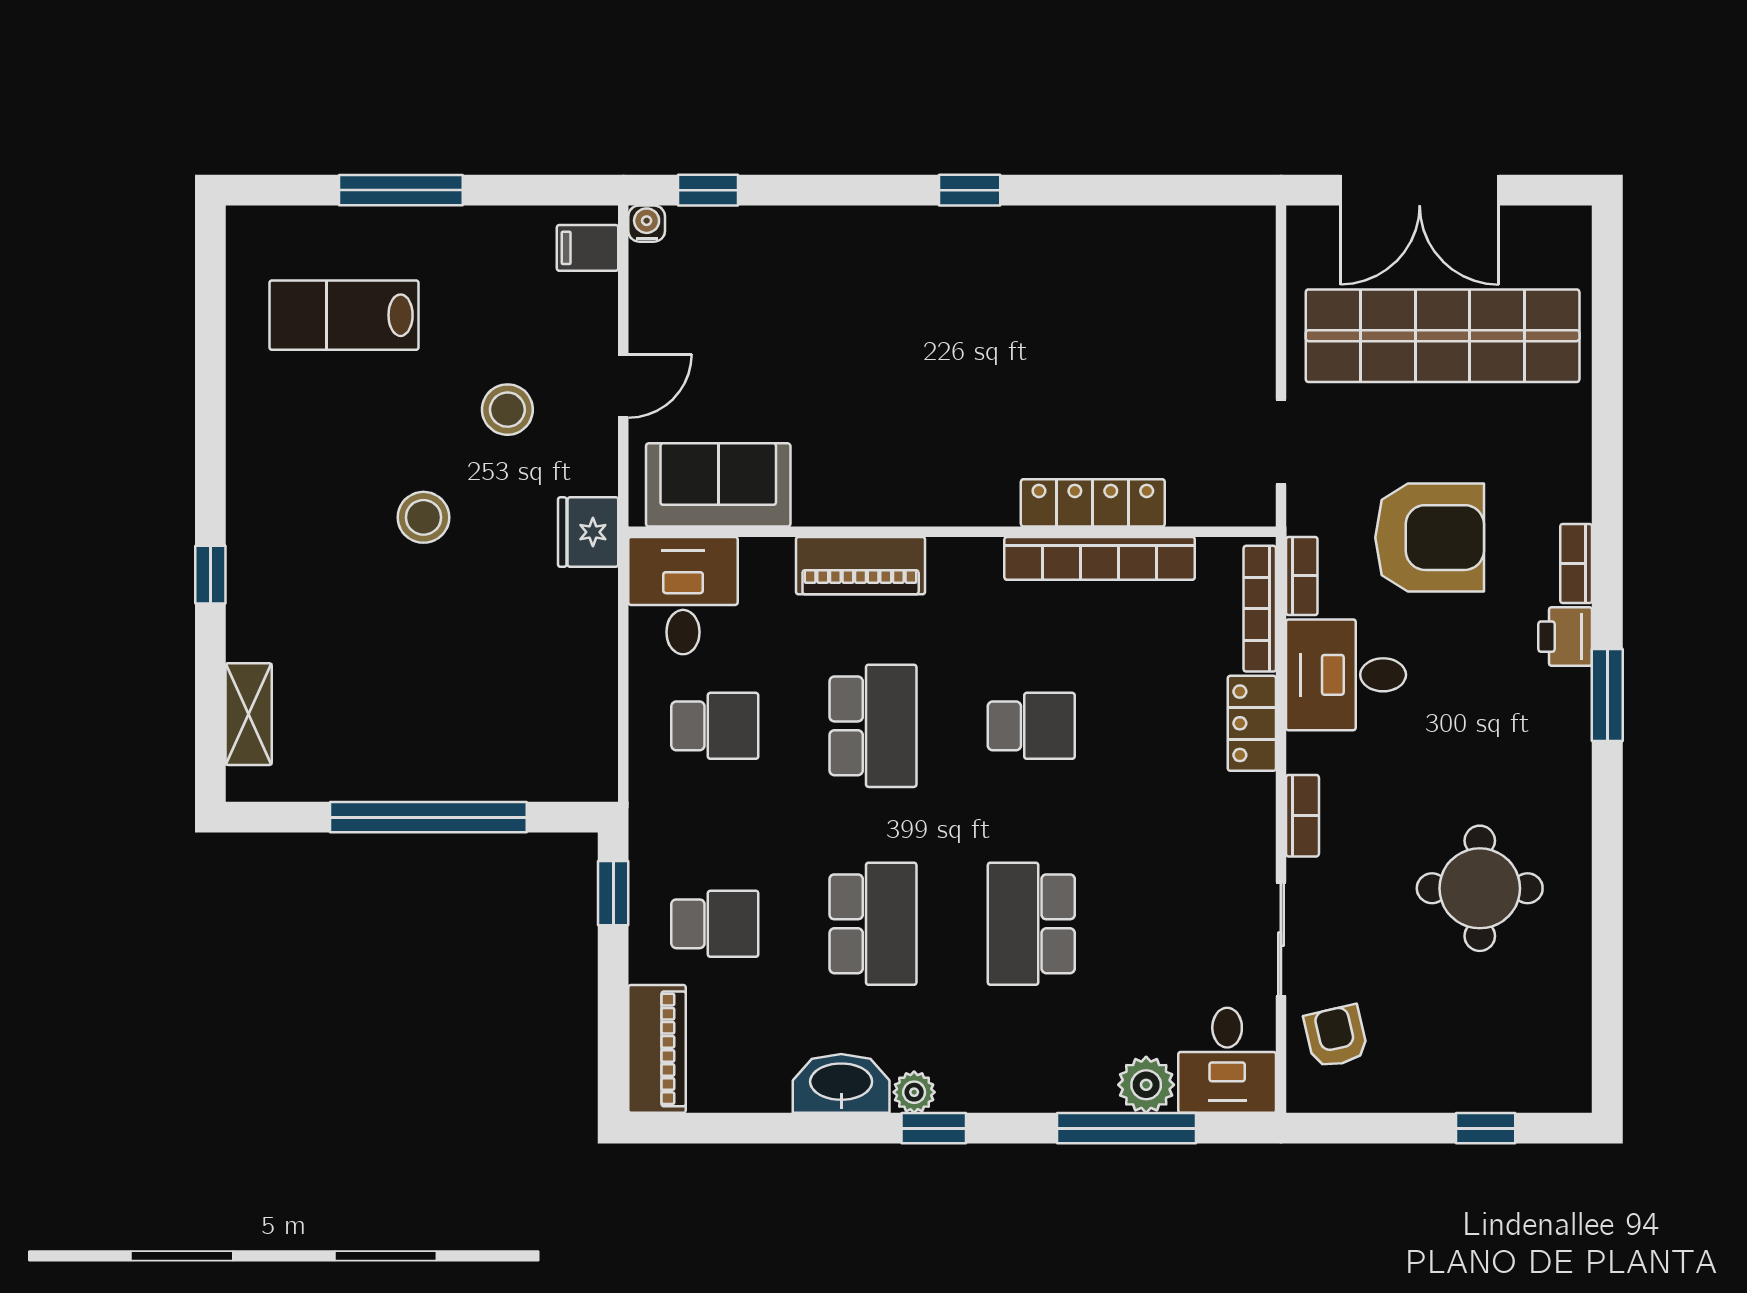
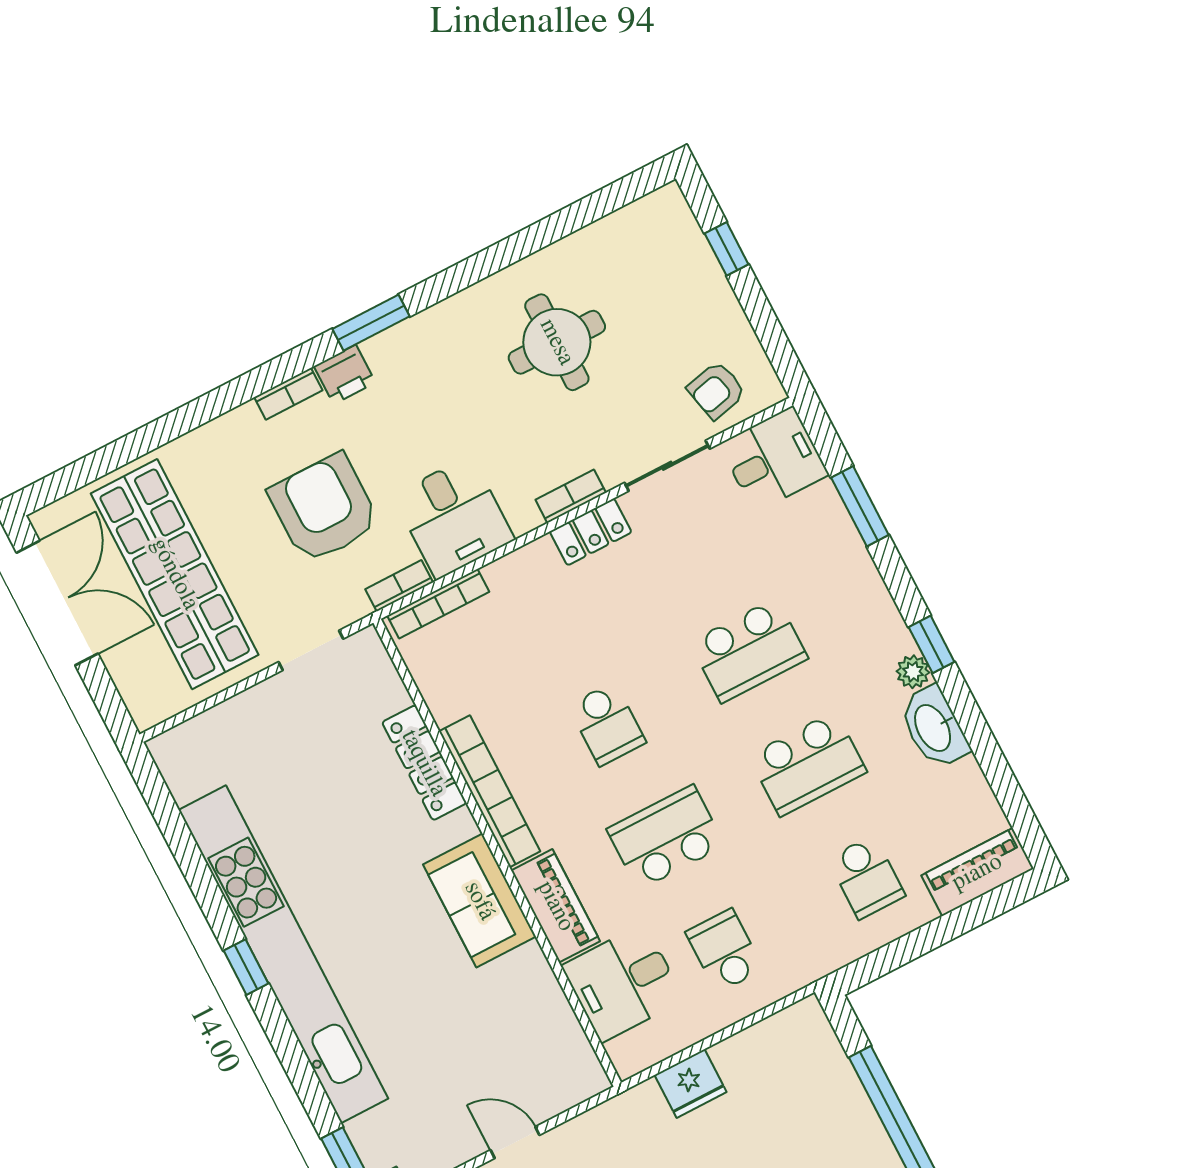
double door: (1420, 190) -> (57, 603), moved
kitchen unit: (962, 239) -> (283, 954), added
sofa: (718, 485) -> (480, 901), moved
fridge: (588, 532) -> (691, 1083), moved
bookcase: (1100, 558) -> (490, 791), moved
desk: (683, 596) -> (623, 983), moved
locker: (1252, 723) -> (591, 532), moved
school desk: (1031, 726) -> (607, 724), turned 180
window: (613, 893) -> (882, 961), removed
school desk: (715, 924) -> (866, 877), turned 180
school desk: (873, 924) -> (808, 764), turned 180
plant: (1146, 1085) -> (822, 508), removed
window: (1127, 1128) -> (860, 506), width x0.69

